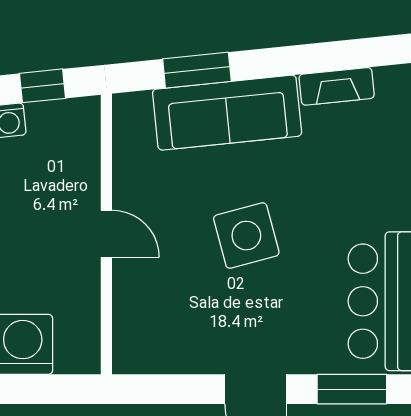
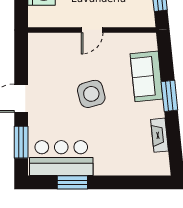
window: (197, 70) -> (169, 96), moved
sofa: (227, 113) -> (147, 76), width x0.73

